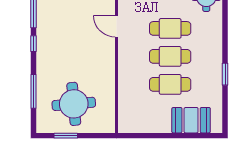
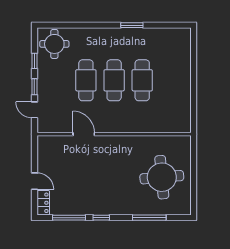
door: (117, 26) -> (84, 134), swing flipped
booth: (191, 120) -> (178, 59), removed
window: (66, 136) -> (194, 185), removed

